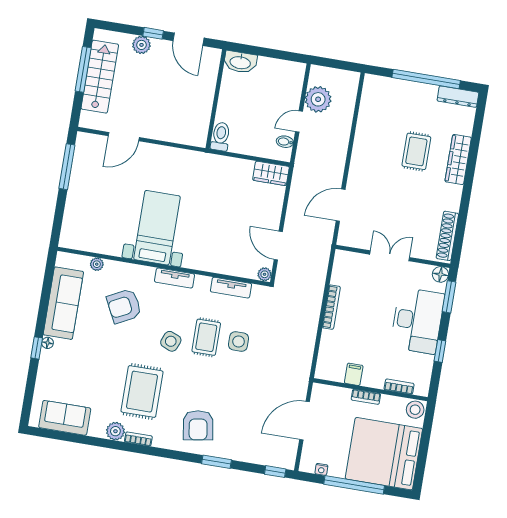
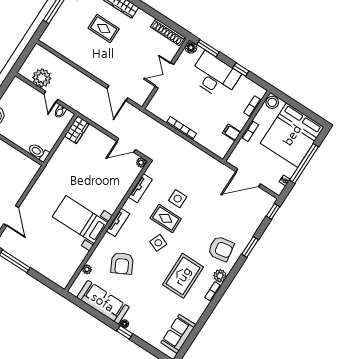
rug: (142, 392) -> (183, 276), turned 90
door: (305, 421) -> (248, 178), hinge flipped
plant: (115, 431) -> (220, 276), moved

